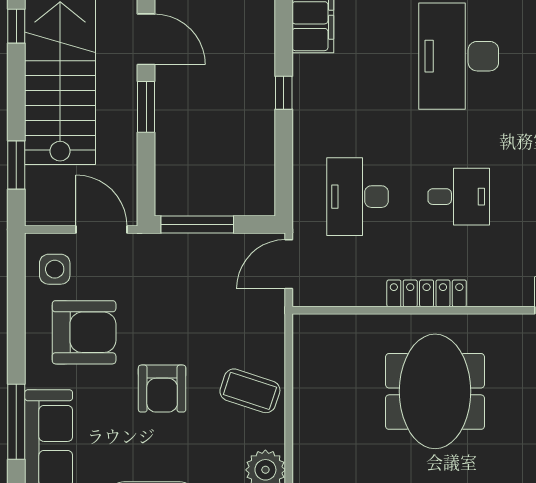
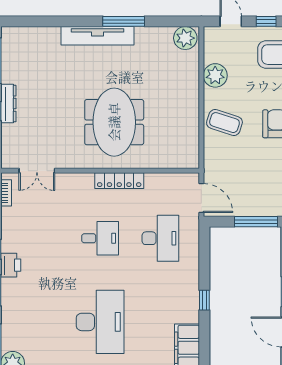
desk: (459, 197) -> (100, 238), turned 180
door: (289, 264) -> (201, 198), hinge flipped

